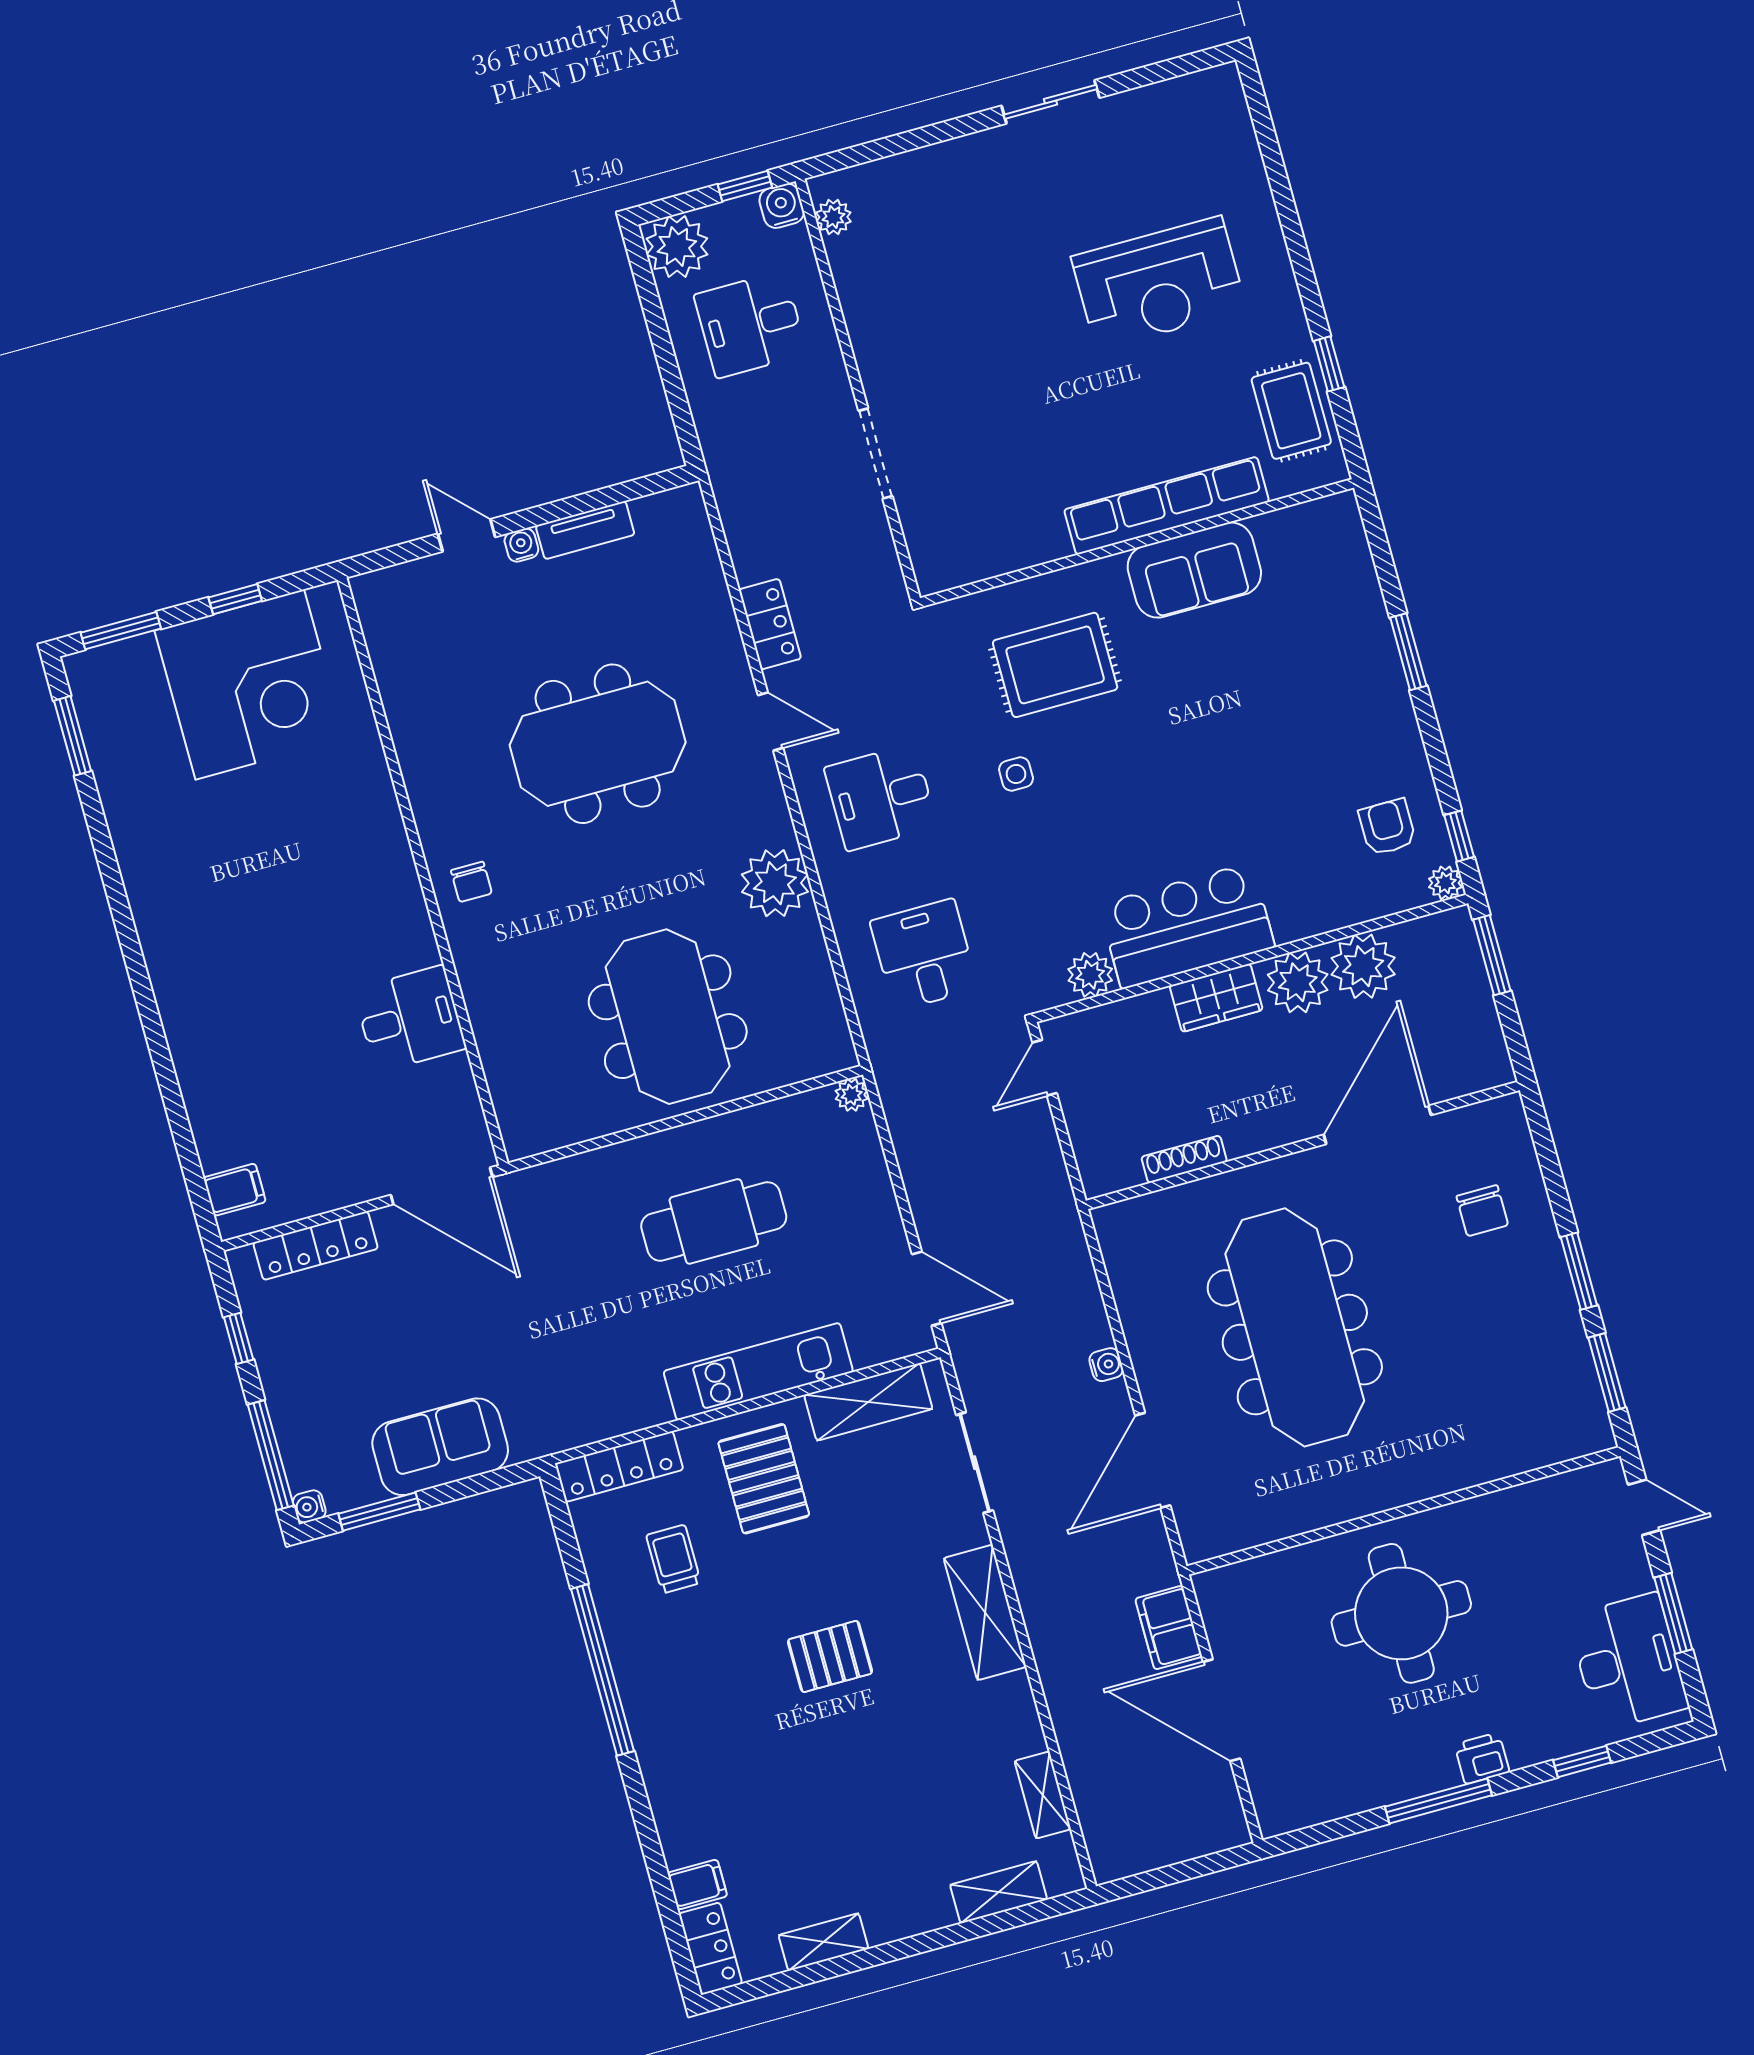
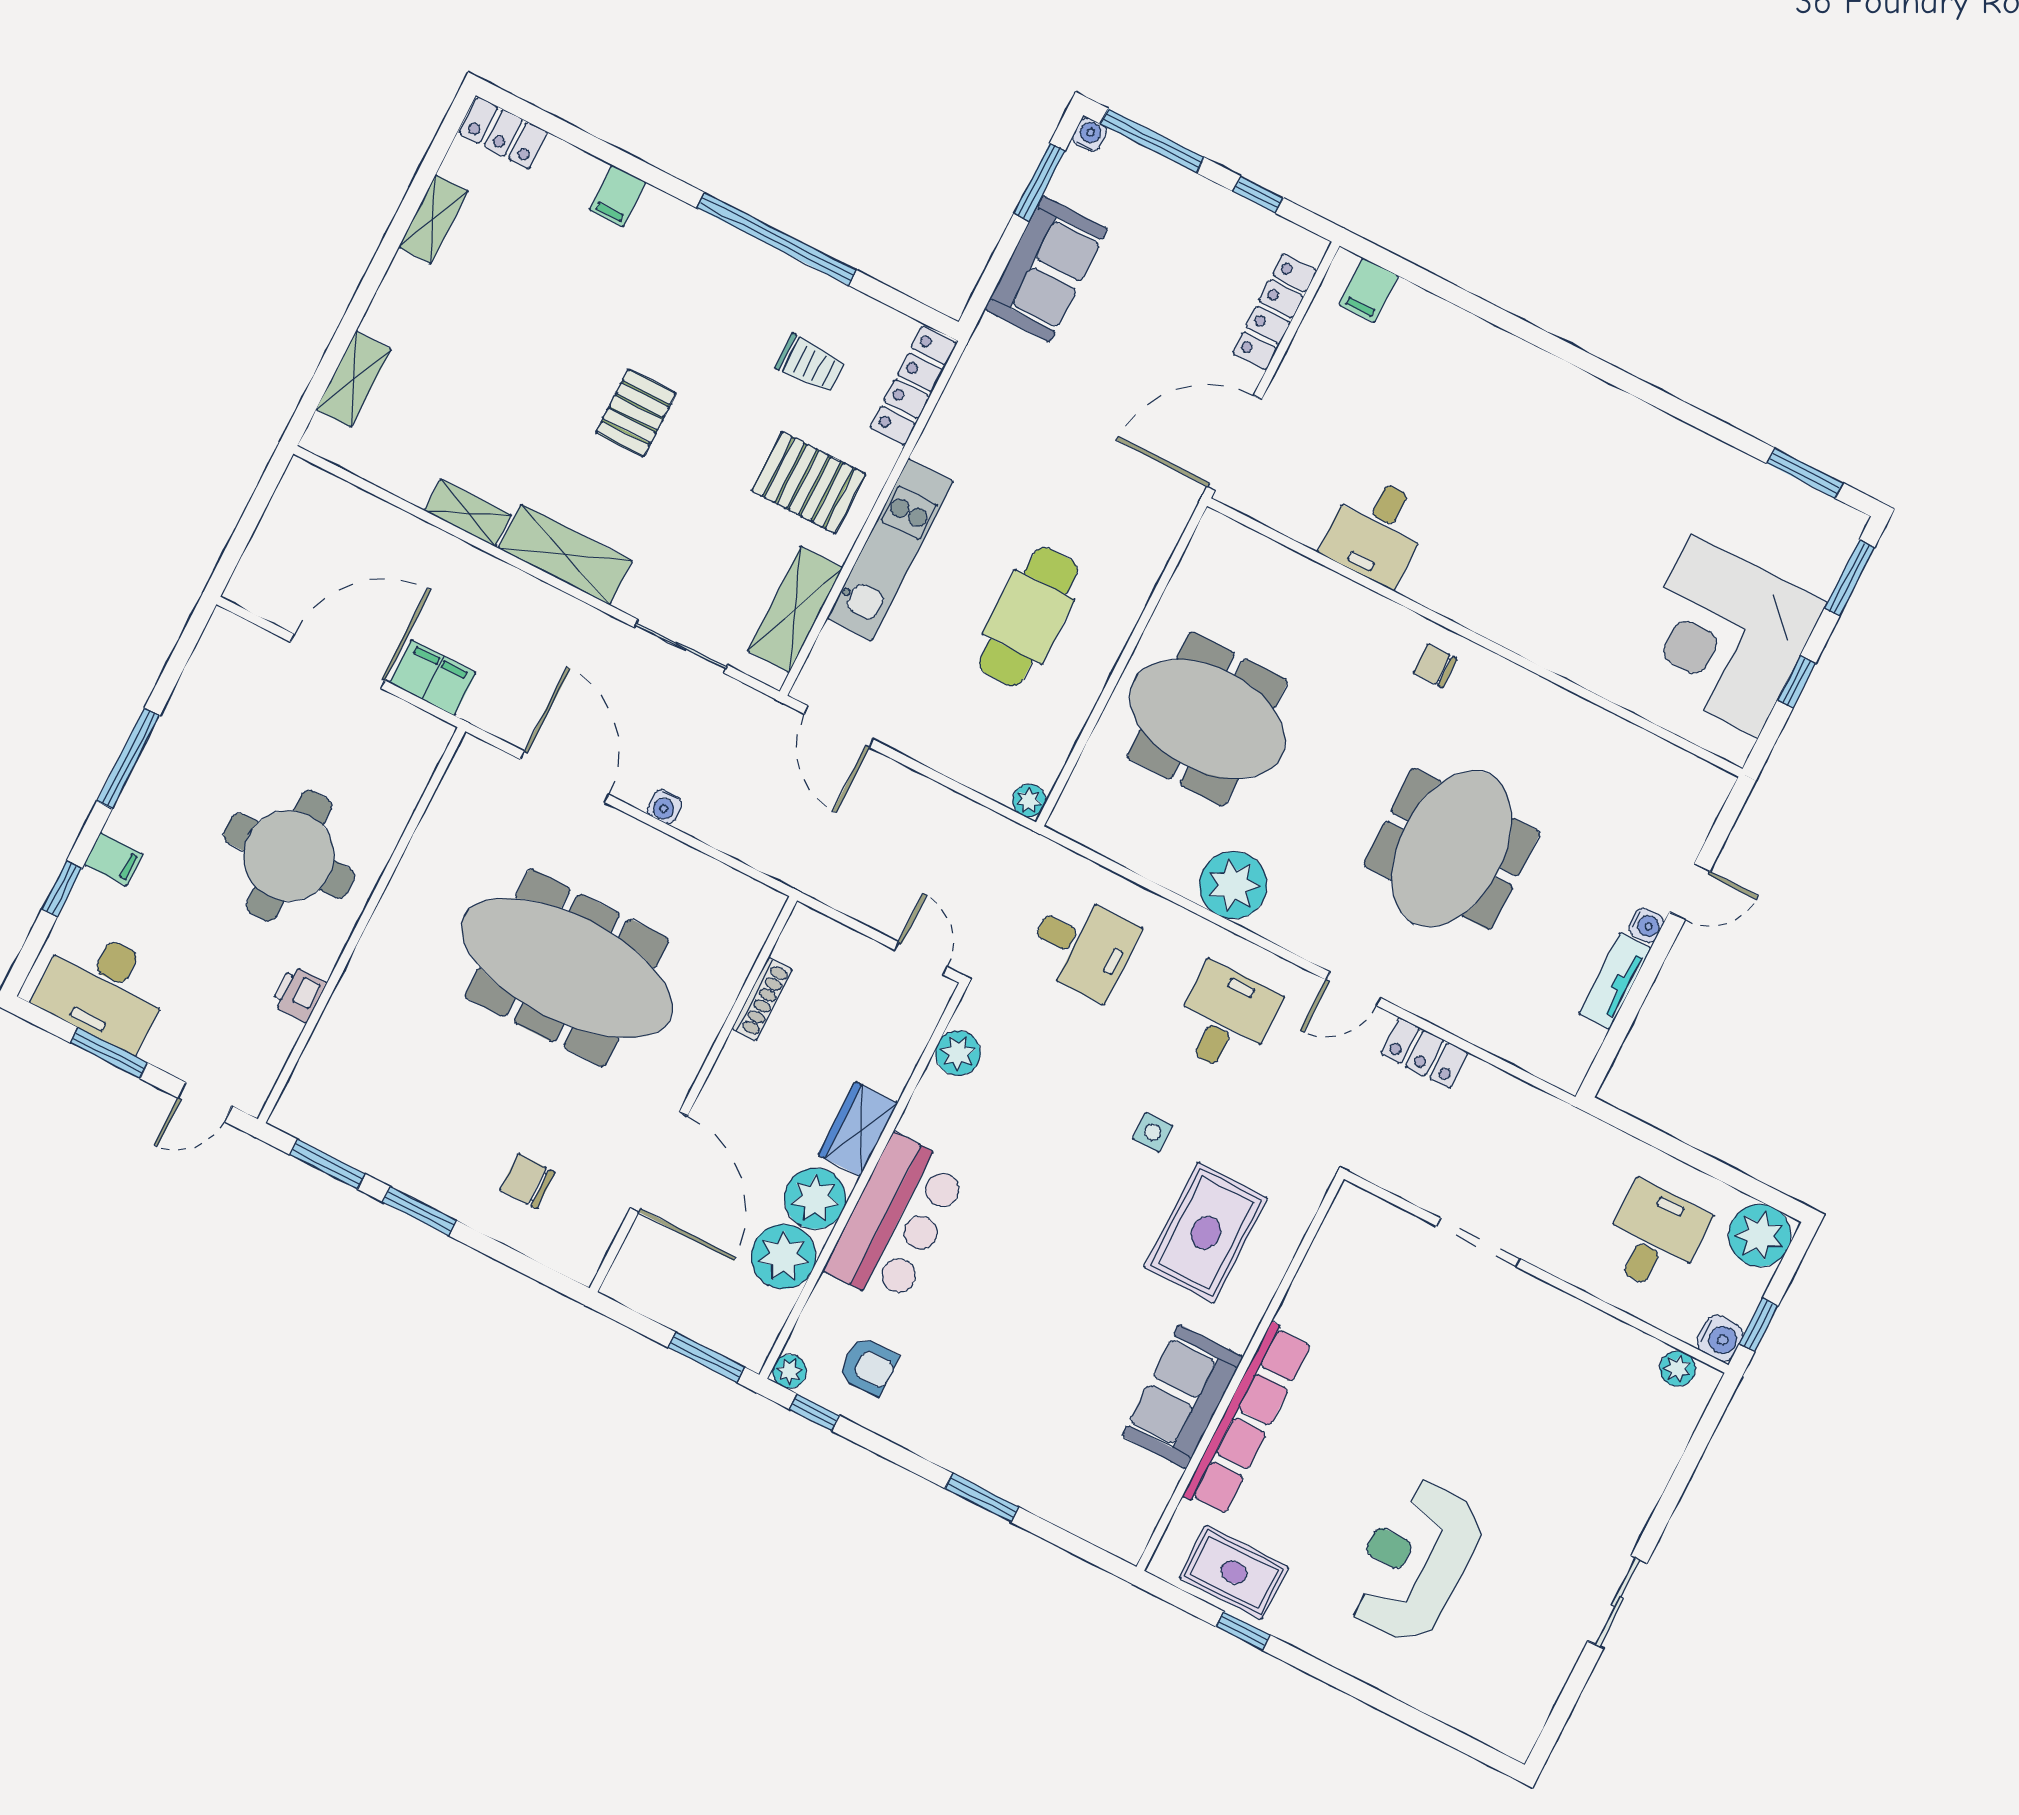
bar counter: (1187, 926) -> (896, 1220), moved
door: (927, 1289) -> (839, 727), hinge flipped
filing cabinet: (1524, 1743) -> (113, 859), added
printer: (1482, 1758) -> (299, 994), moved, turned 180
shelving: (1043, 1795) -> (468, 513), moved
filing cabinet: (697, 1884) -> (618, 196), moved

